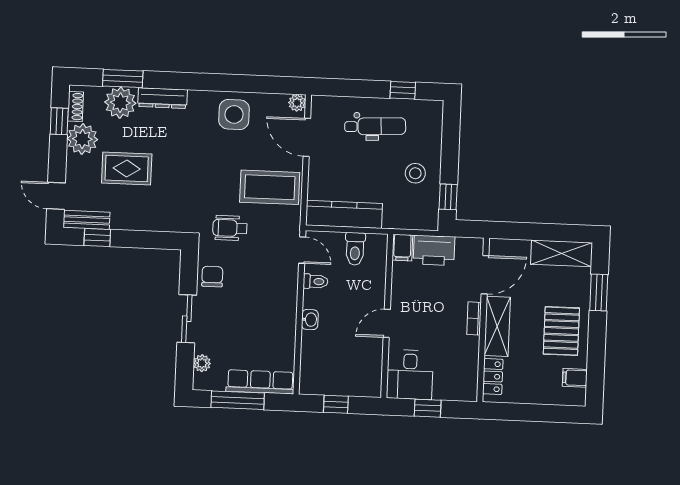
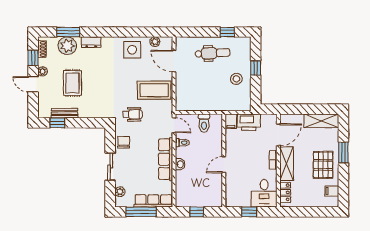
dresser: (162, 98) -> (91, 42), width x0.70
plant: (297, 103) -> (155, 42), moved
plant: (82, 139) -> (43, 71), width x0.53, depth x0.53
rug: (127, 169) -> (73, 83), turned 90
door: (56, 196) -> (33, 84), moved
window: (448, 197) -> (256, 68), moved
kitchen counter: (344, 214) -> (197, 104), removed
bench: (86, 220) -> (65, 113), moved
wheelchair: (230, 228) -> (133, 114), turned 180
window: (599, 292) -> (343, 152), moved
row of seats: (285, 309) -> (166, 159), added
desk: (410, 375) -> (264, 193), moved

